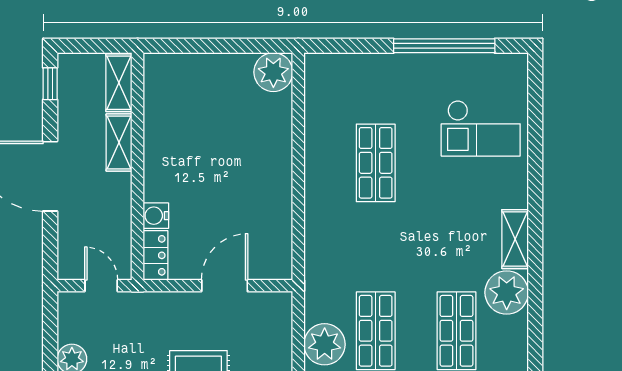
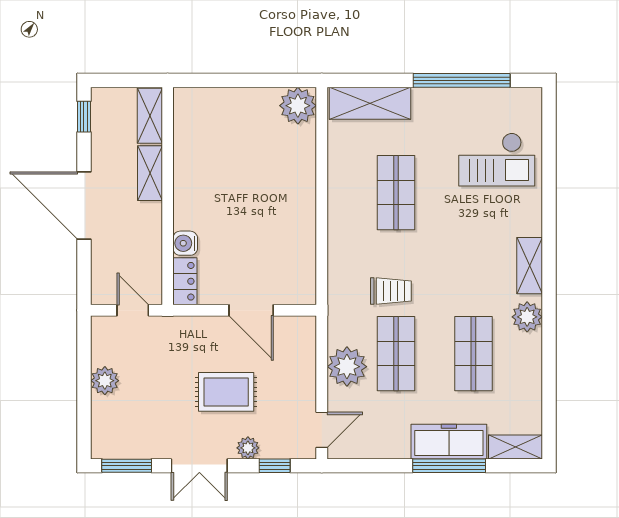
shelving: (349, 70) -> (370, 103), added
trolley: (370, 266) -> (391, 291), added
door: (225, 286) -> (251, 310), swing flipped
plant: (507, 292) -> (527, 317), width x0.73, depth x0.73

